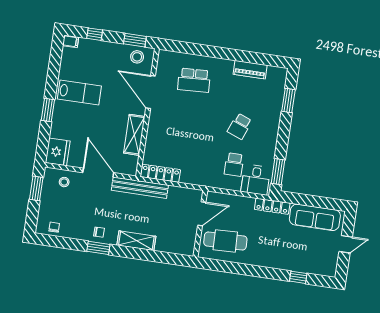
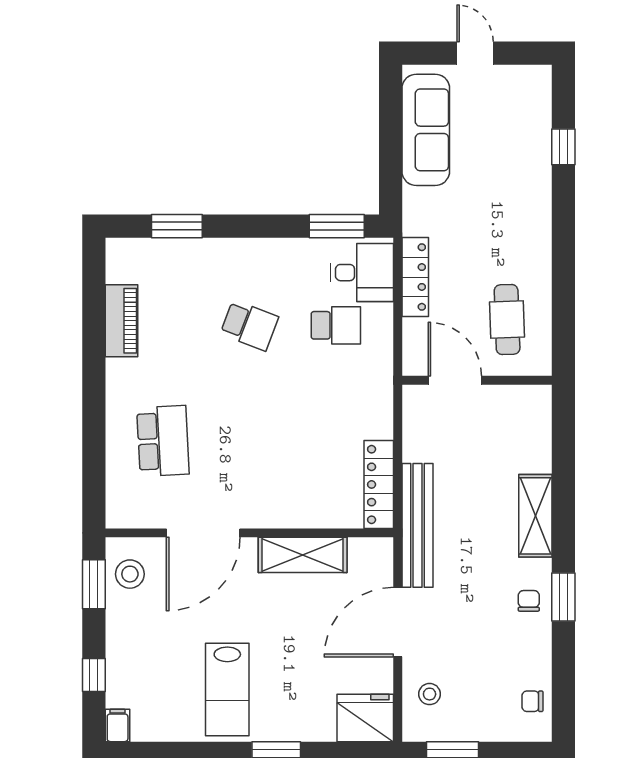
lab bench: (79, 93) -> (227, 690), turned 180
locker: (272, 206) -> (415, 277), moved
cafe table: (225, 241) -> (507, 320), width x0.73, depth x0.74

